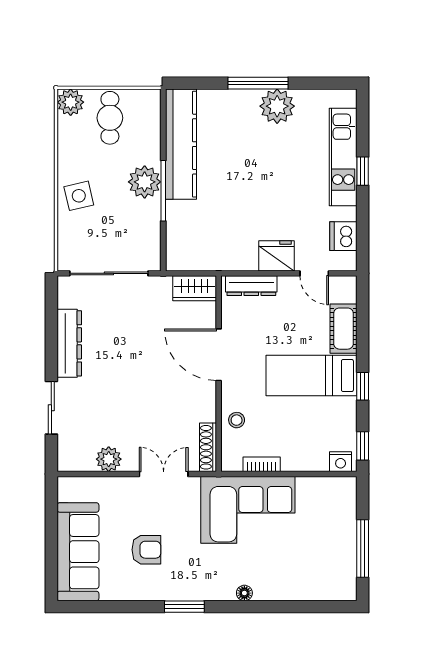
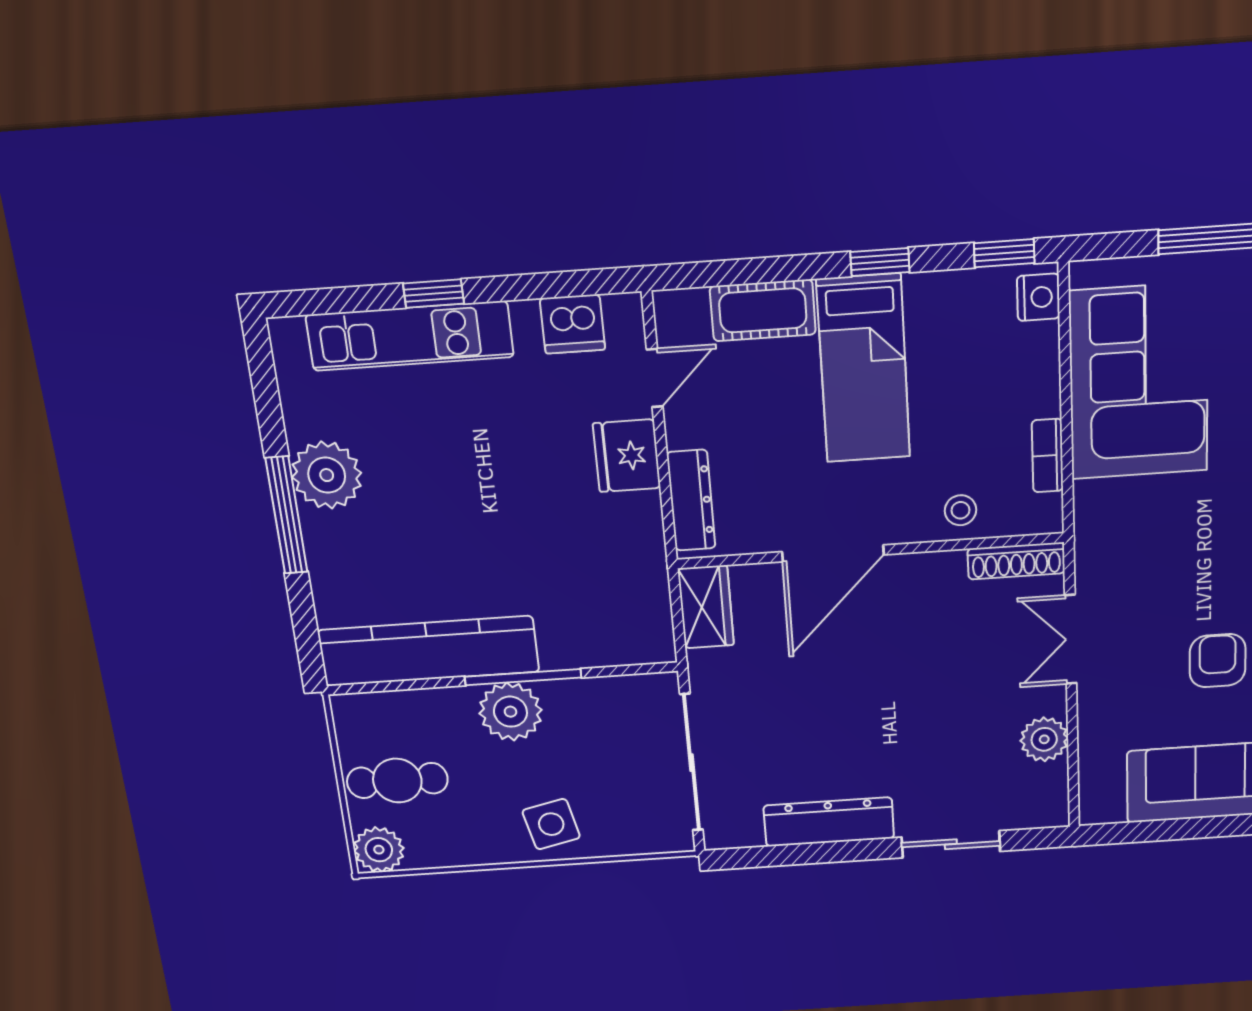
corner sofa: (248, 510) -> (1139, 382), moved

